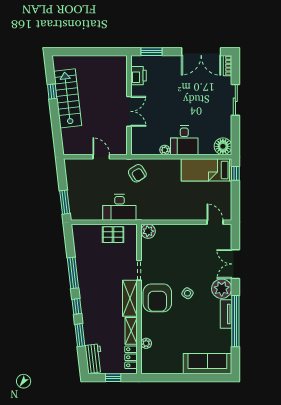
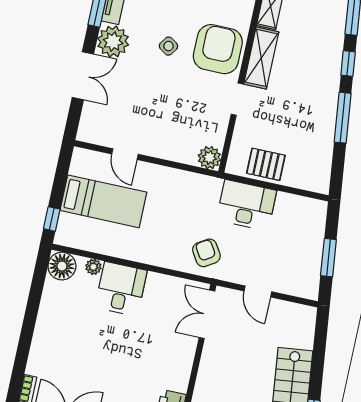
sliding door: (235, 100) -> (26, 335), removed
double door: (129, 111) -> (207, 314), moved
plant: (165, 150) -> (93, 267), moved
bed: (206, 170) -> (103, 201), moved
window: (65, 202) -> (328, 258), moved
door: (215, 222) -> (125, 154), moved

